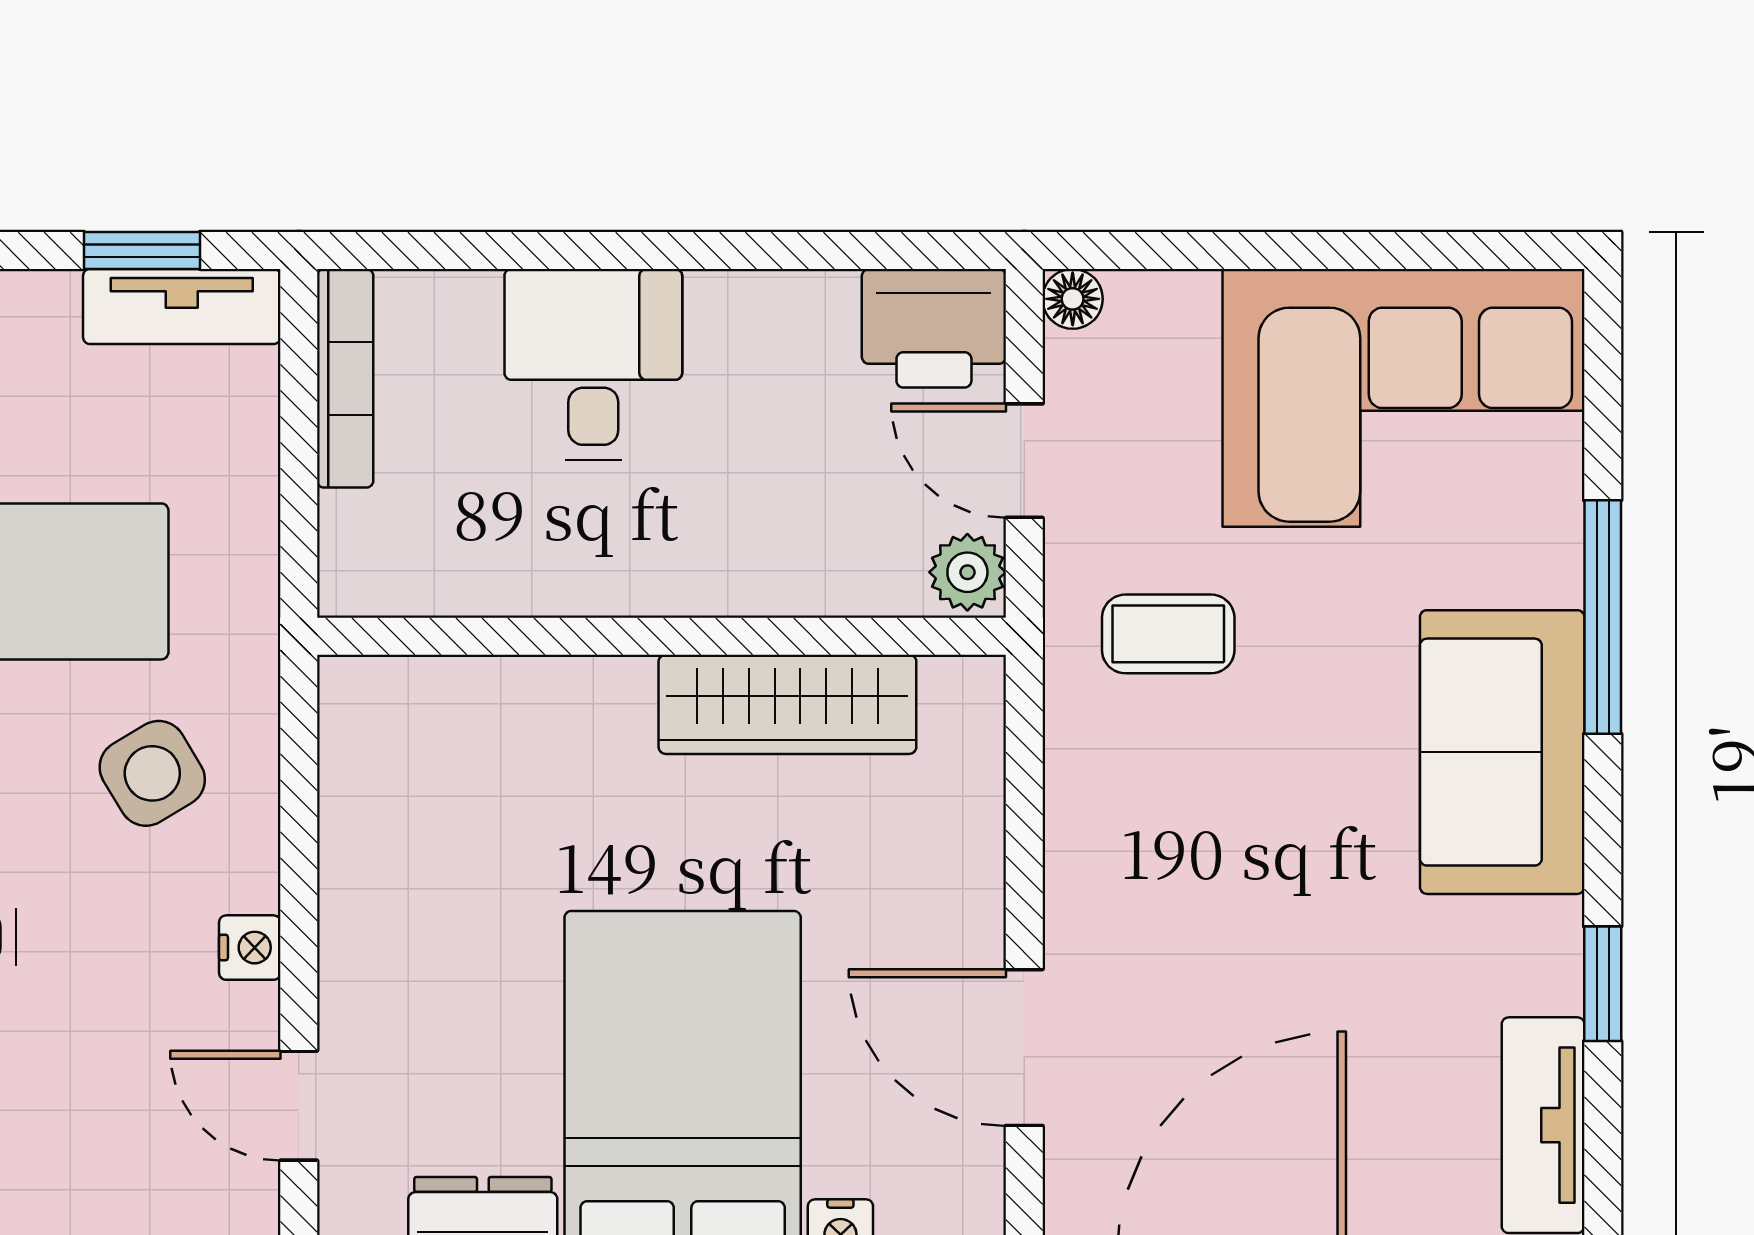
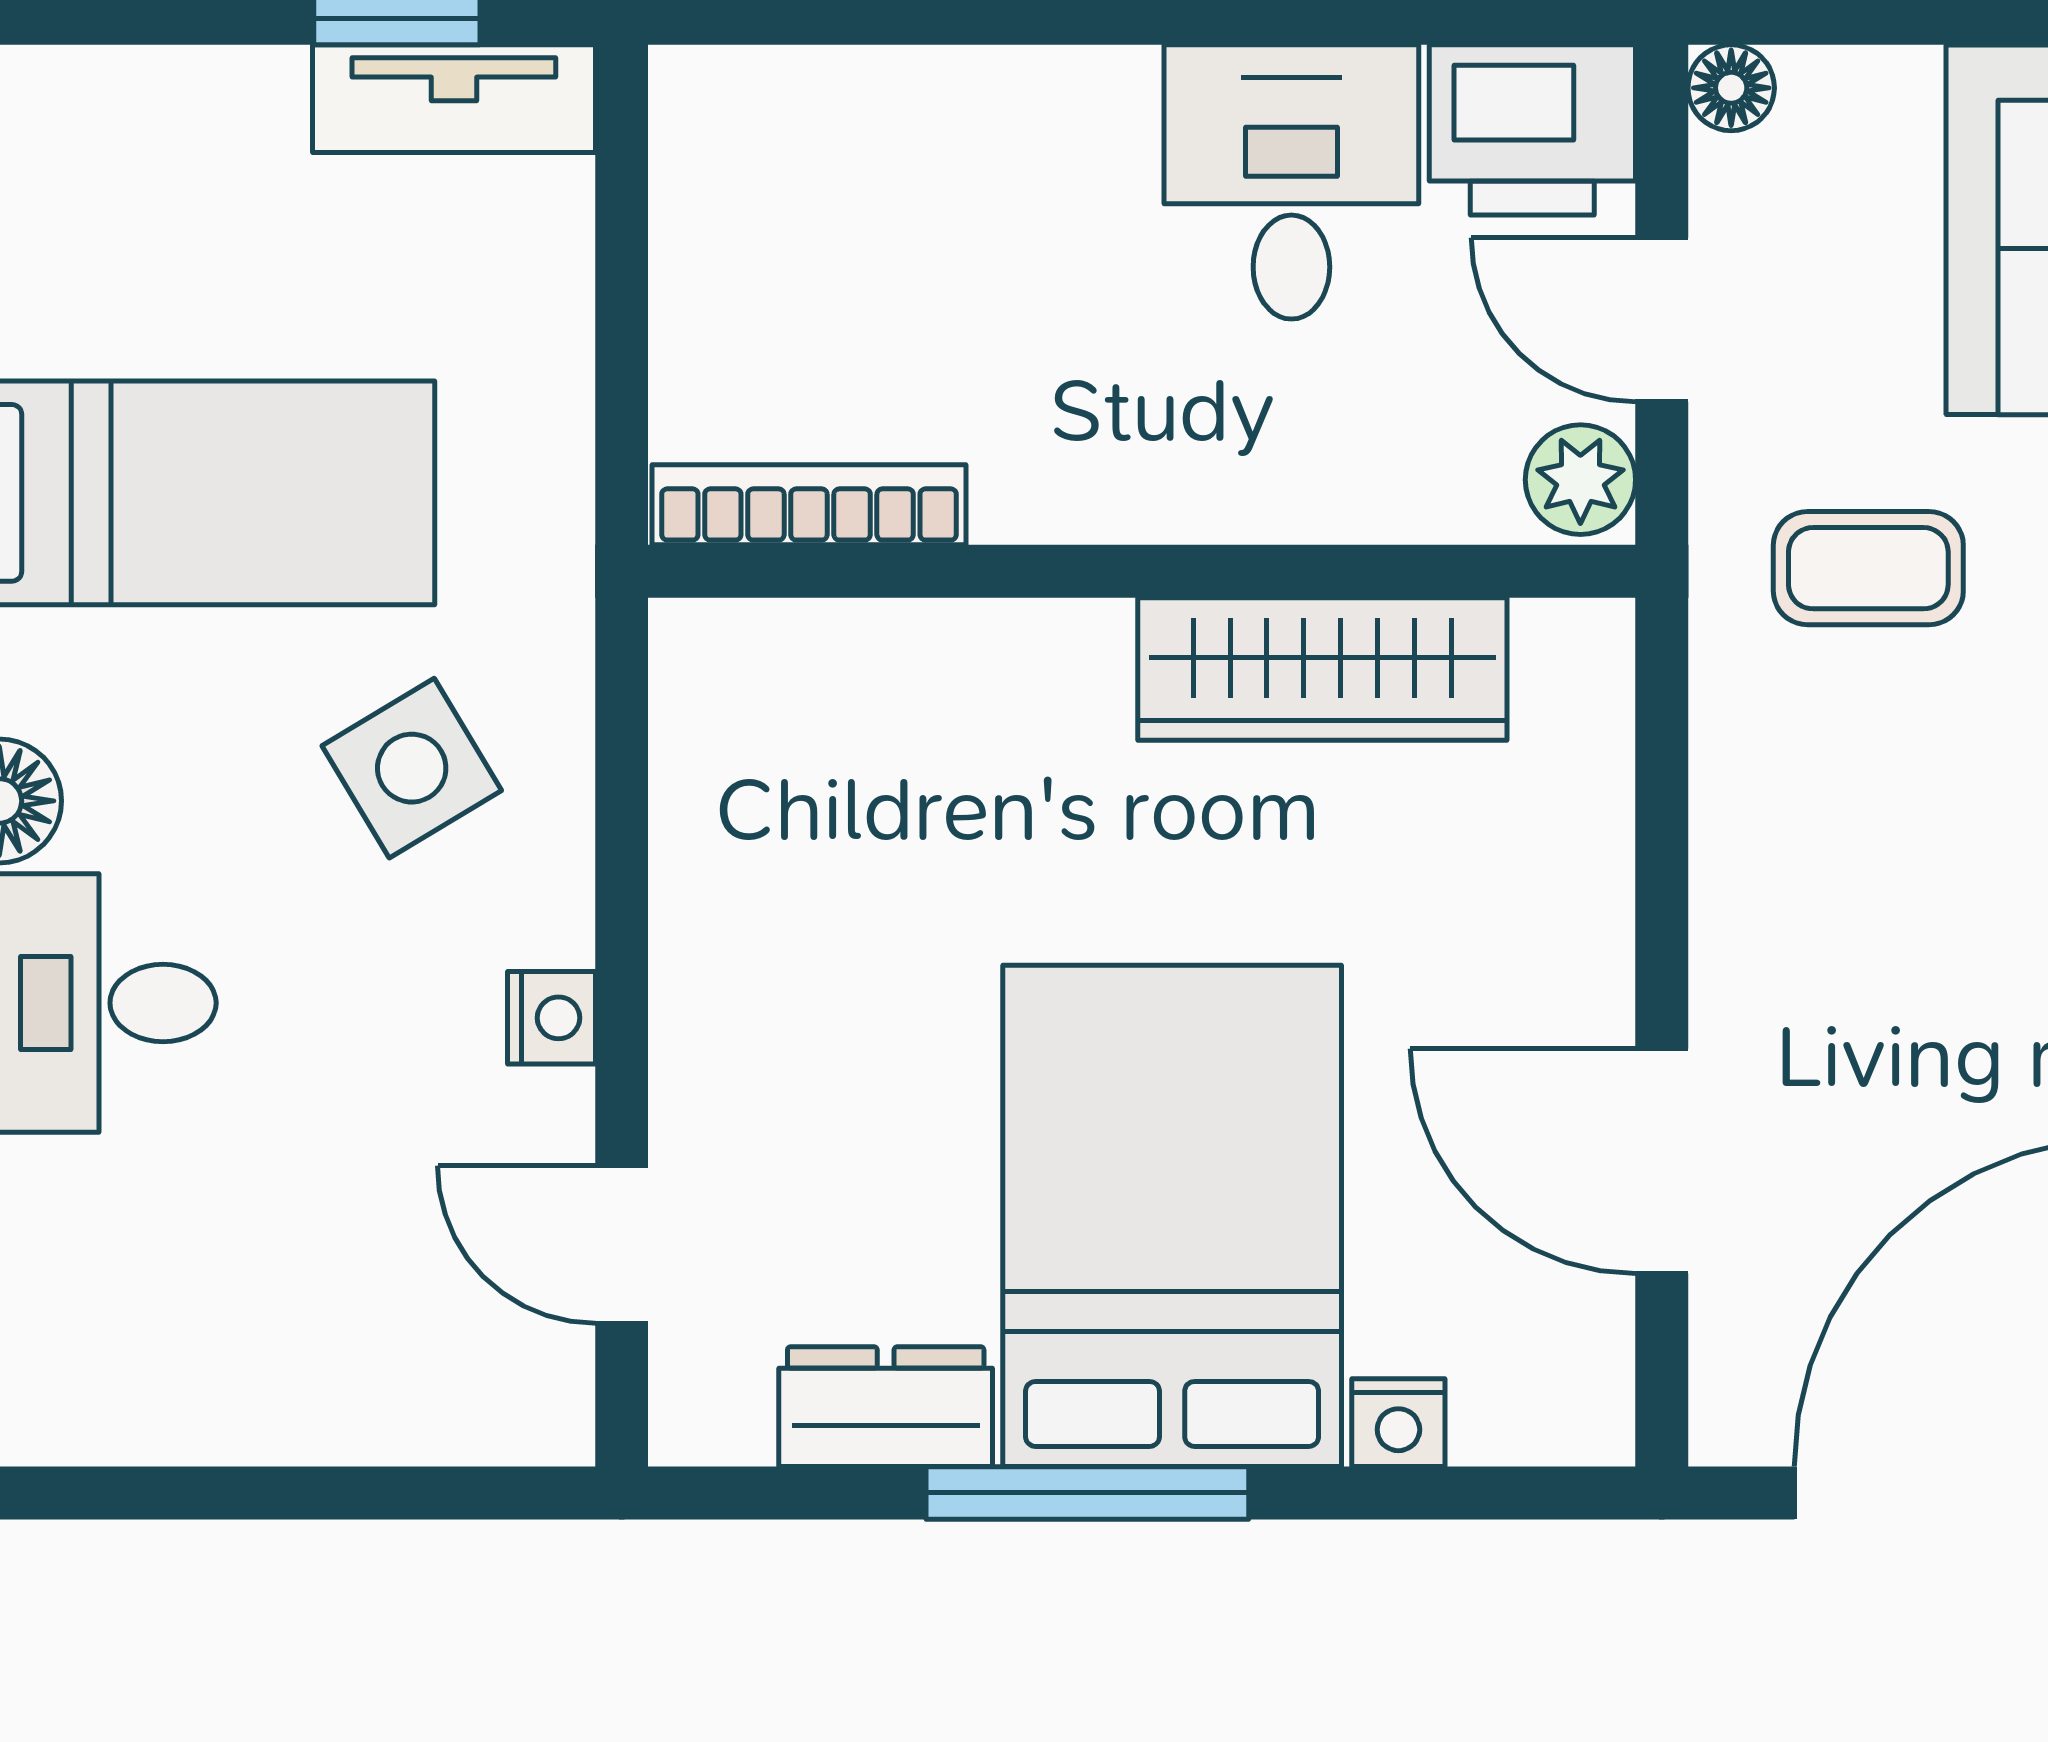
desk: (593, 365) -> (1291, 182), moved
bookcase: (345, 378) -> (809, 505), moved, turned -90

